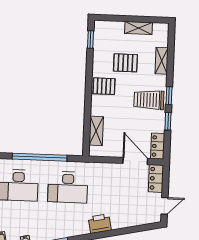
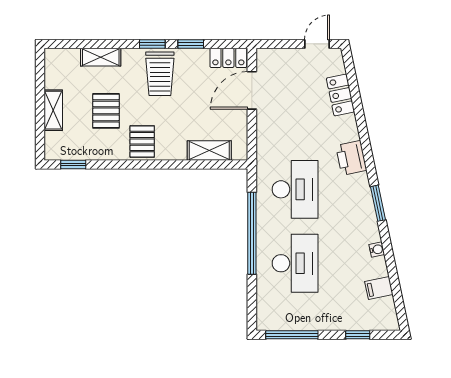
shelving: (138, 28) -> (53, 110), moved
locker: (156, 178) -> (340, 95), moved, turned 78
door: (165, 206) -> (317, 44), hinge flipped
printer: (100, 224) -> (351, 158), moved

